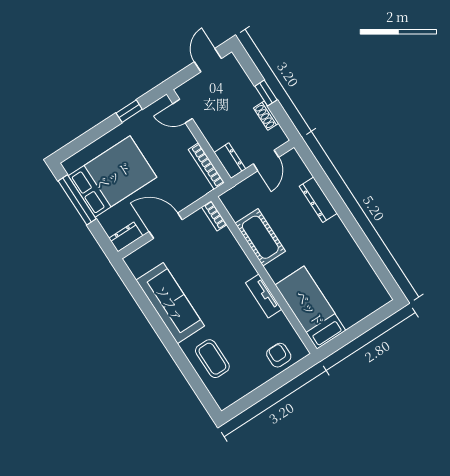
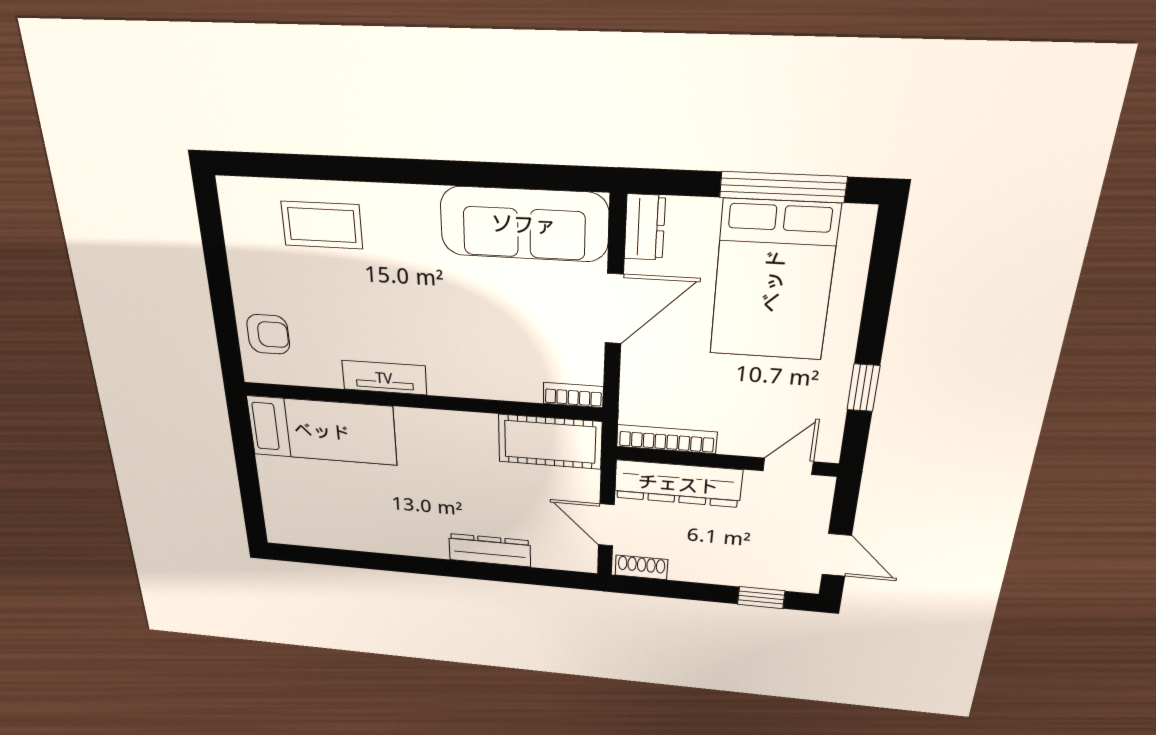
window: (266, 93) -> (761, 598), moved
shoe rack: (266, 116) -> (641, 567), moved
dresser: (230, 161) -> (678, 484), width x1.96, depth x1.24
cot: (260, 237) -> (550, 442), moved
sofa: (170, 303) -> (524, 224), moved

